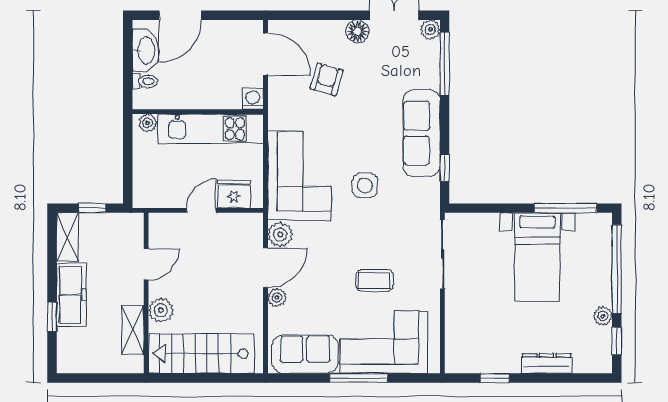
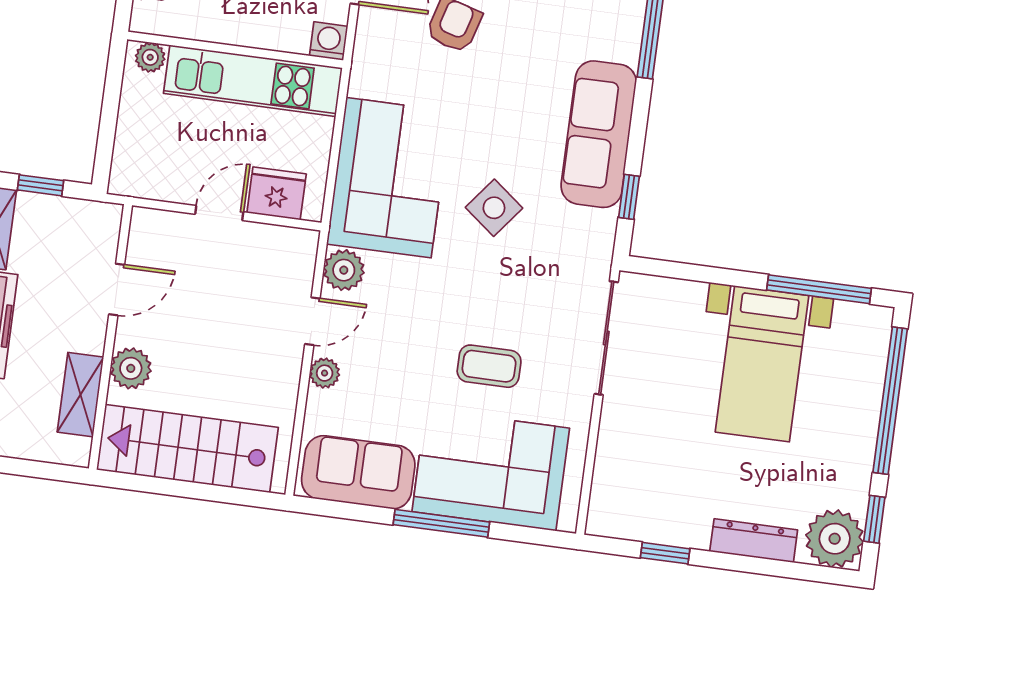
side table: (365, 185) -> (494, 208), turned 38
door: (266, 268) -> (312, 321), width x0.73
plant: (603, 316) -> (835, 539), moved, width x1.88, depth x1.88

